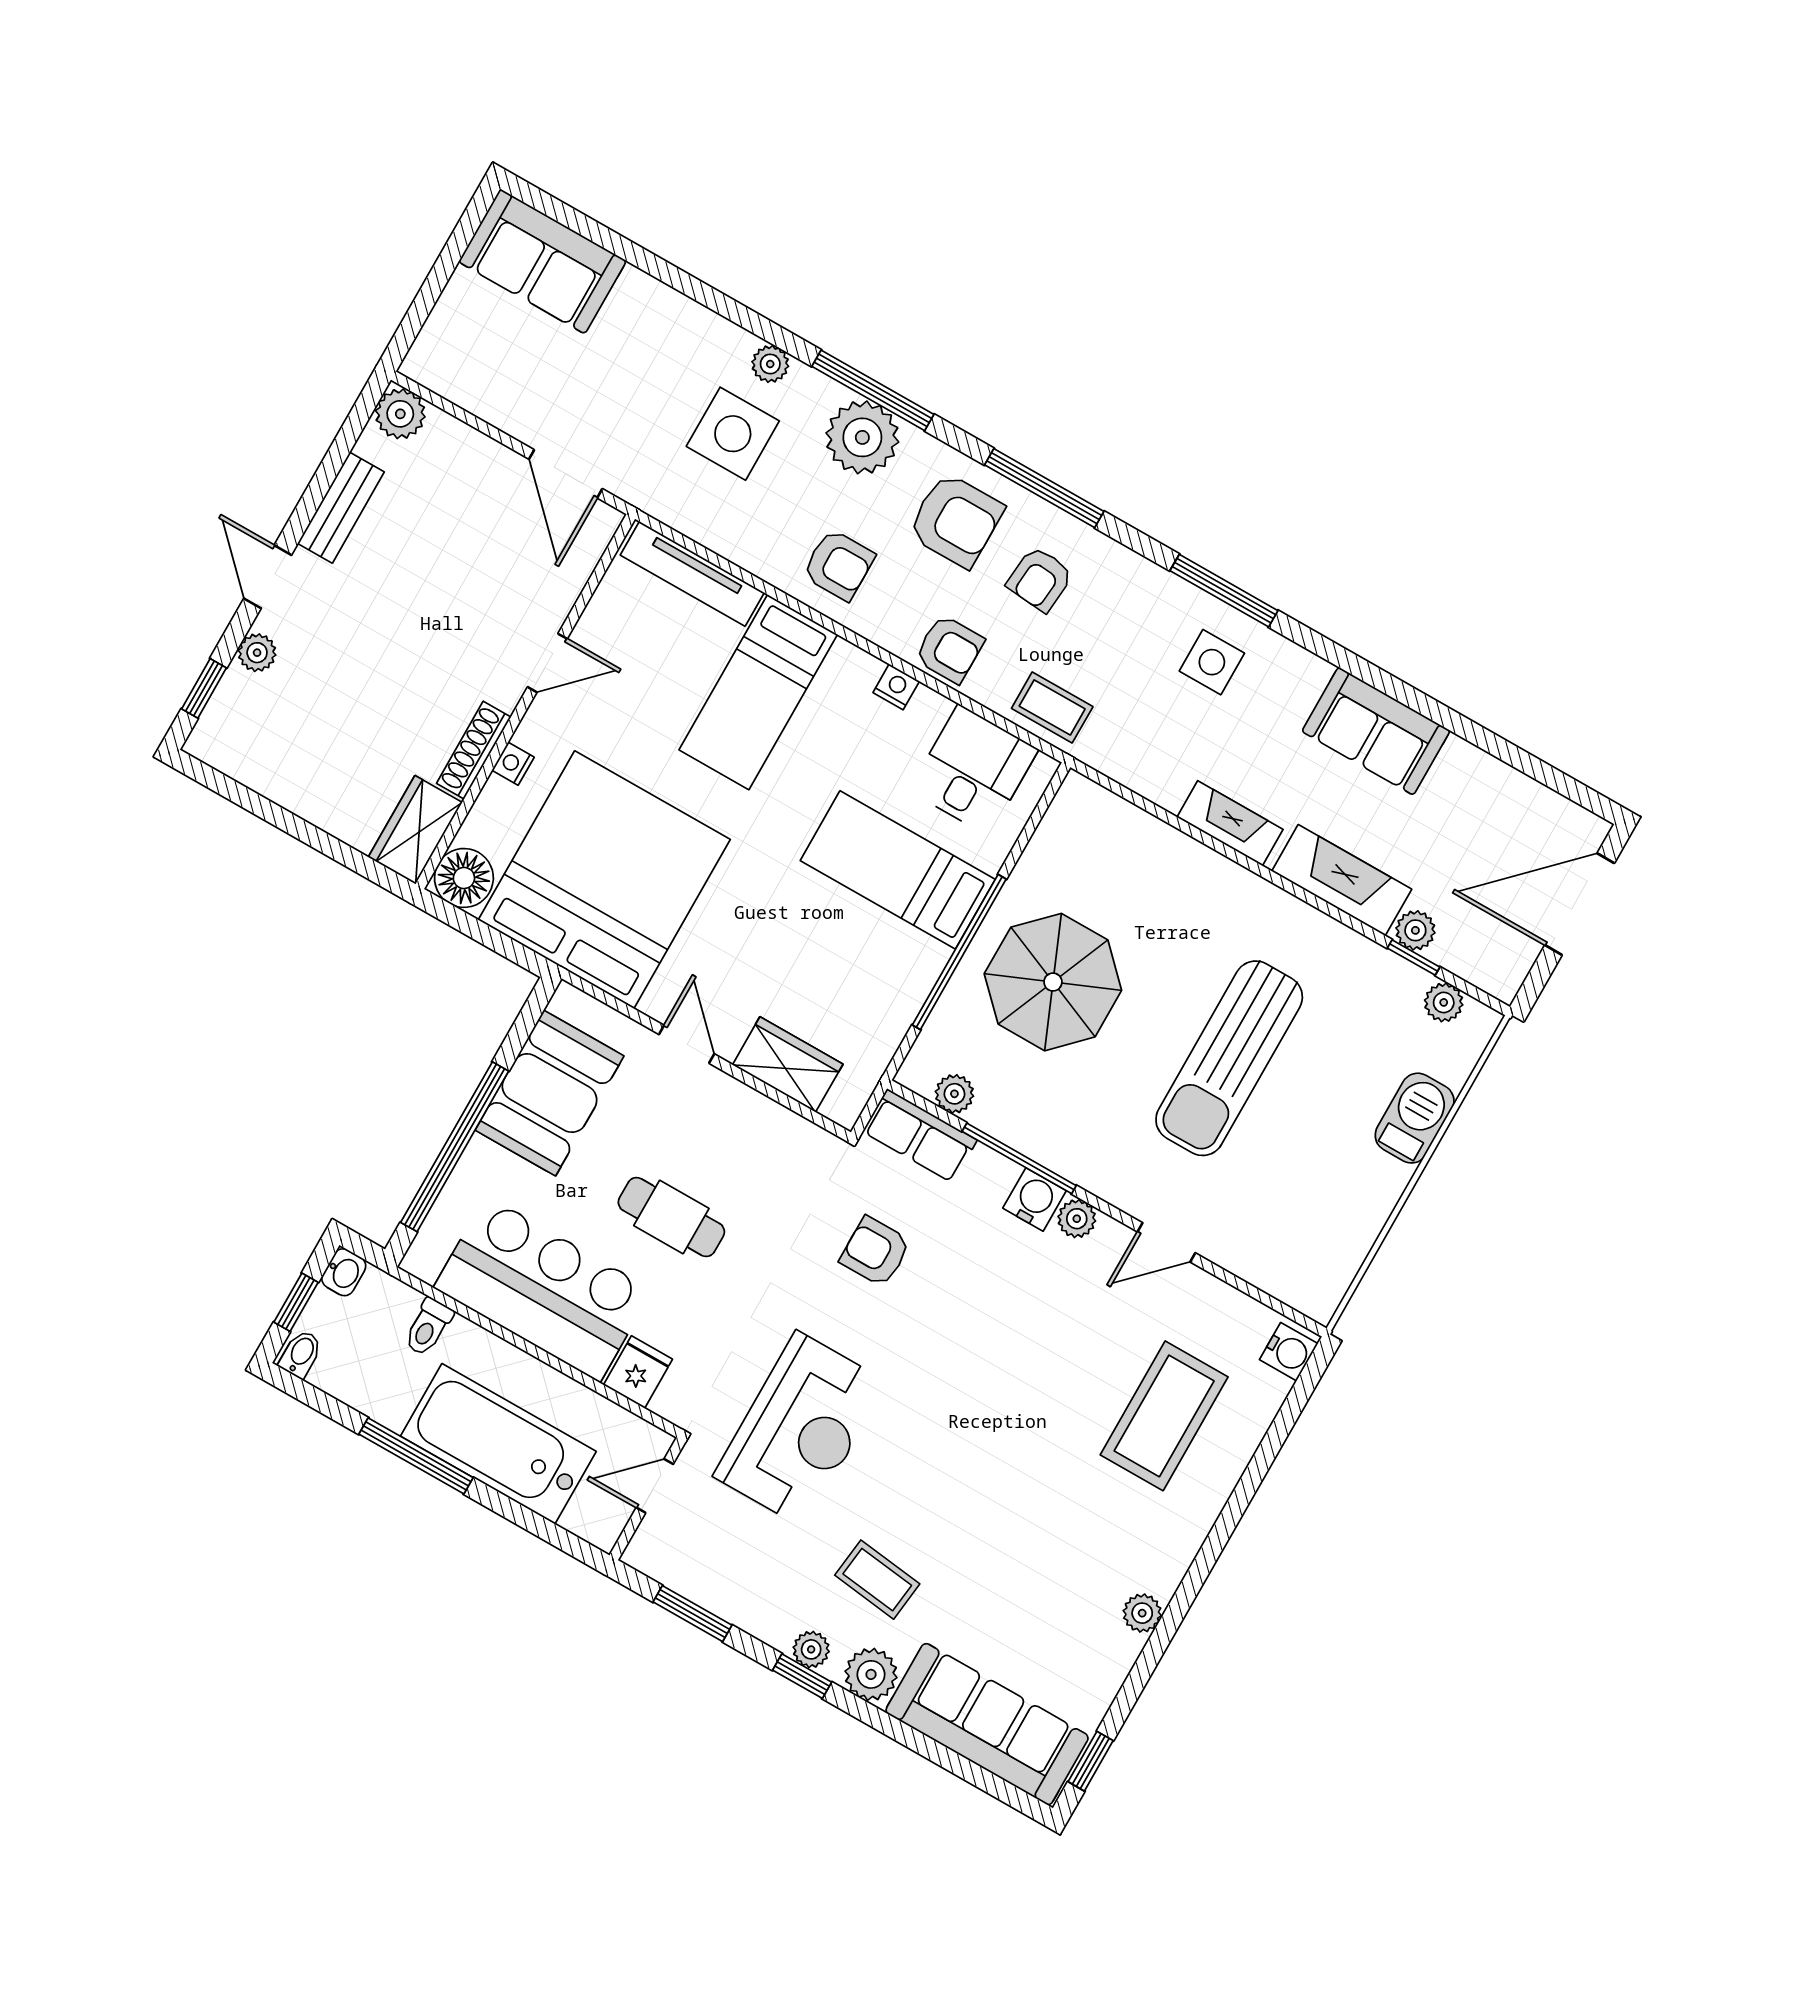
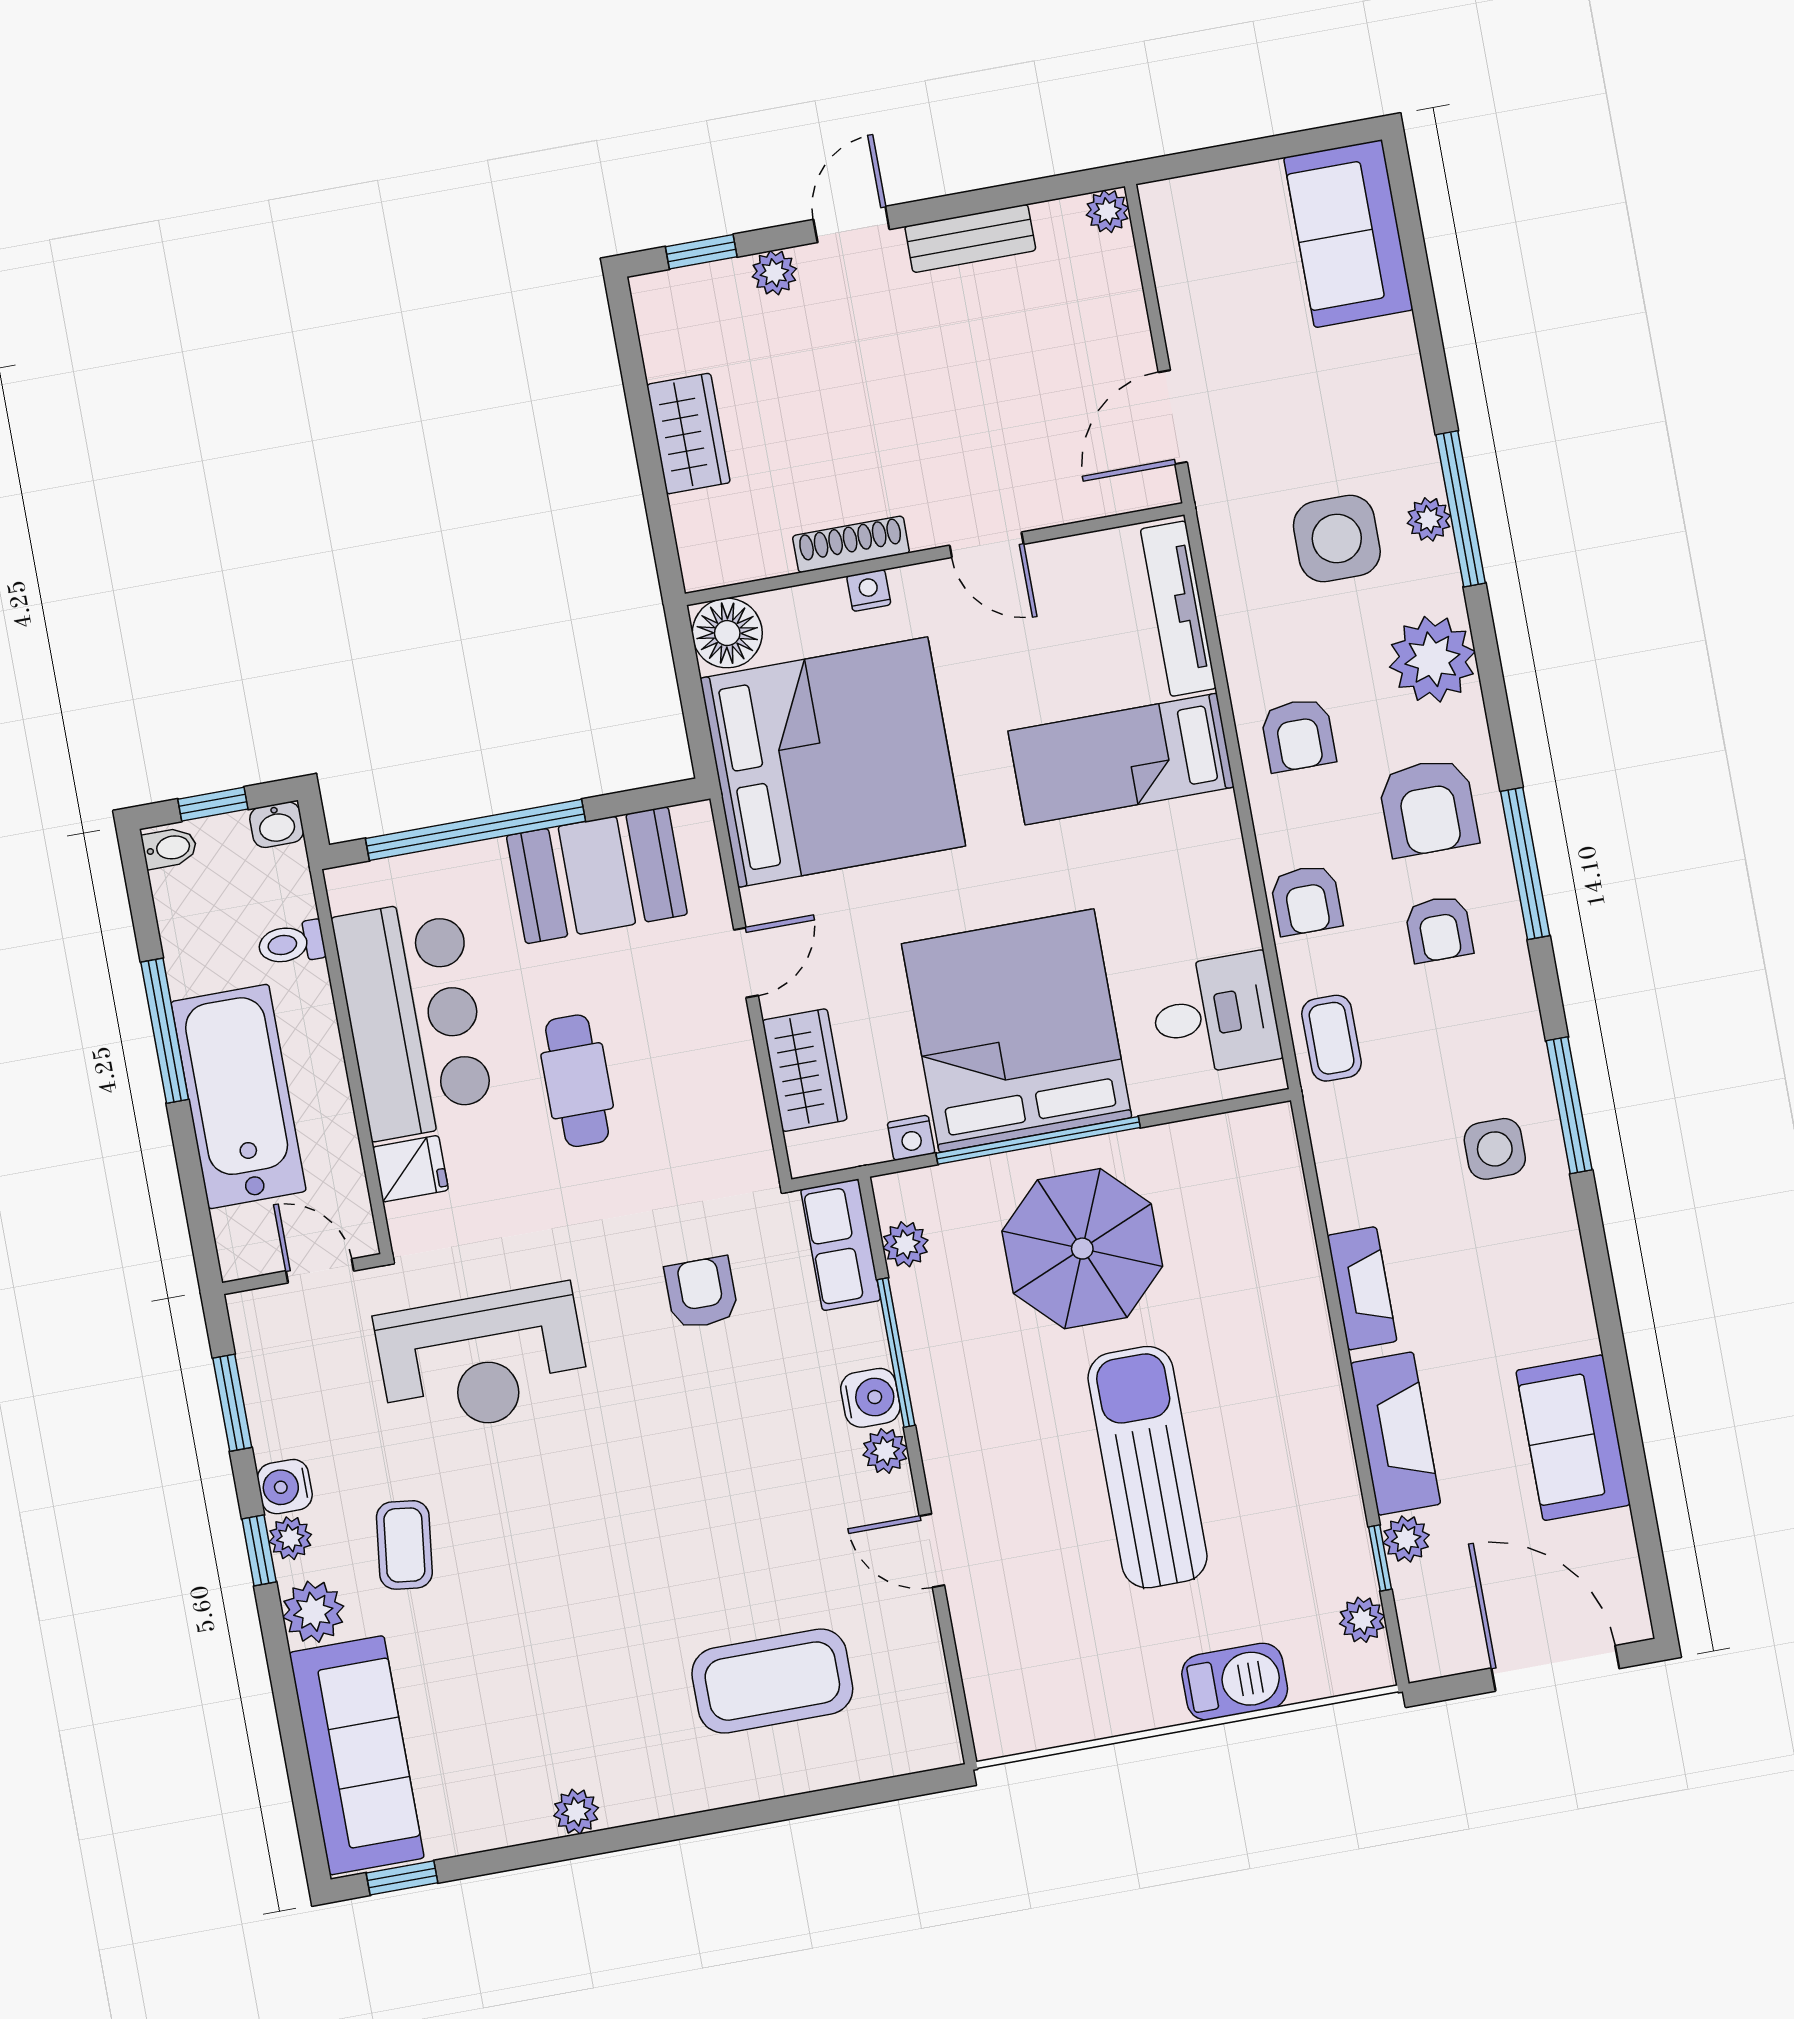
window: (873, 390) -> (1461, 509), moved
plant: (400, 414) -> (1108, 211), width x0.73, depth x0.73
armchair: (1040, 579) -> (1439, 929), turned -95
nightstand: (896, 687) -> (911, 1138), moved, turned 90
sofa: (1376, 731) -> (1573, 1438), moved
wardrobe: (415, 830) -> (688, 434), moved, turned 90
bed: (898, 870) -> (1017, 1031), width x2.04
sun lounger: (1229, 1058) -> (1147, 1467), turned 90
water cooler: (1289, 1352) -> (285, 1487), moved, turned 90

